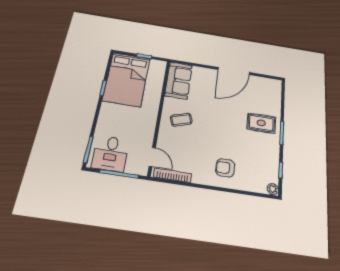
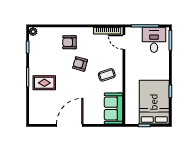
armchair: (214, 138) -> (80, 64), added
armchair: (225, 168) -> (69, 42), turned 180

